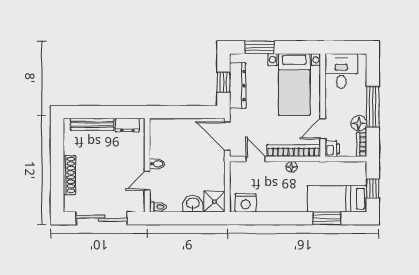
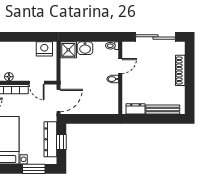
door: (227, 136) -> (59, 100), hinge flipped

